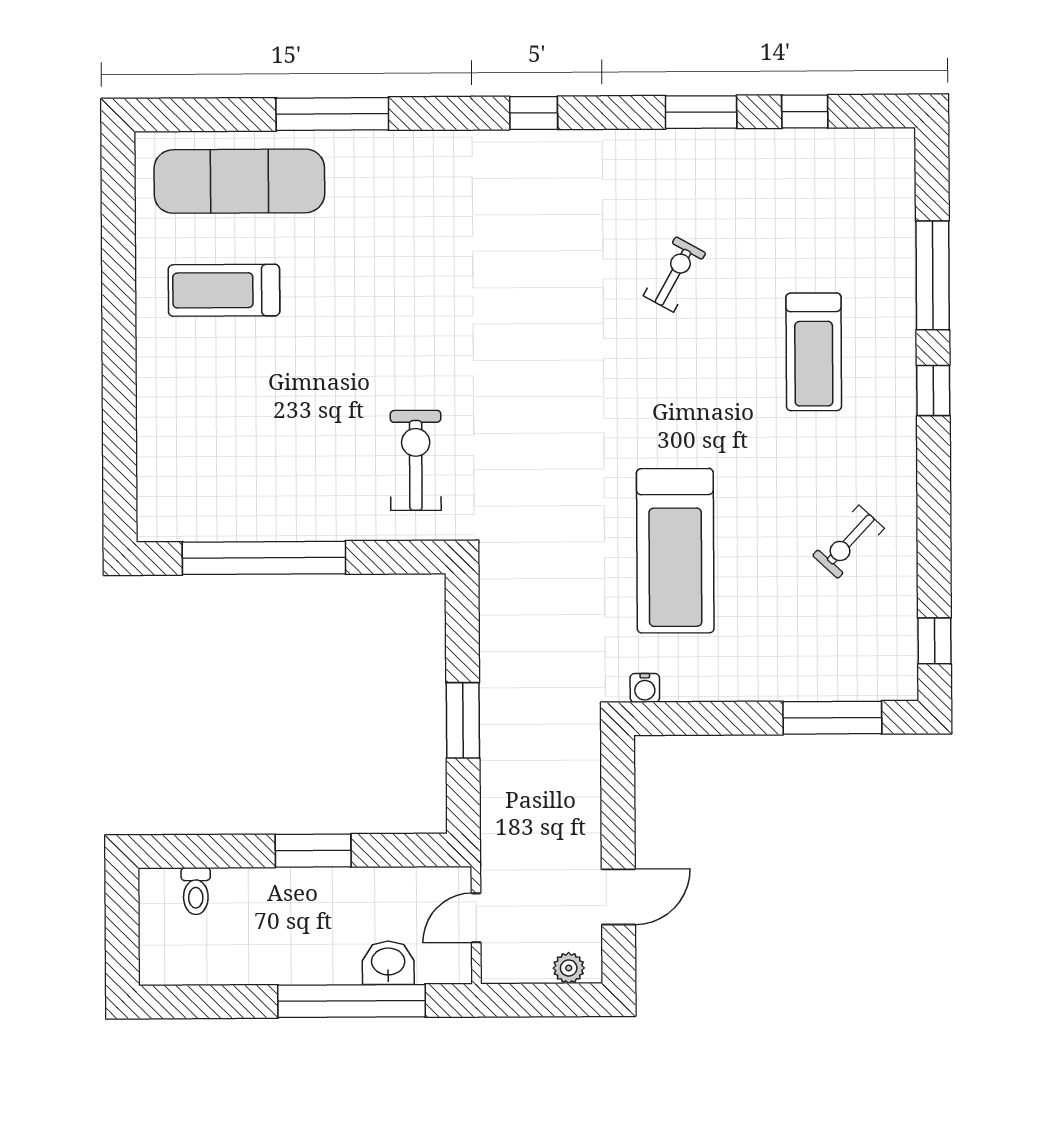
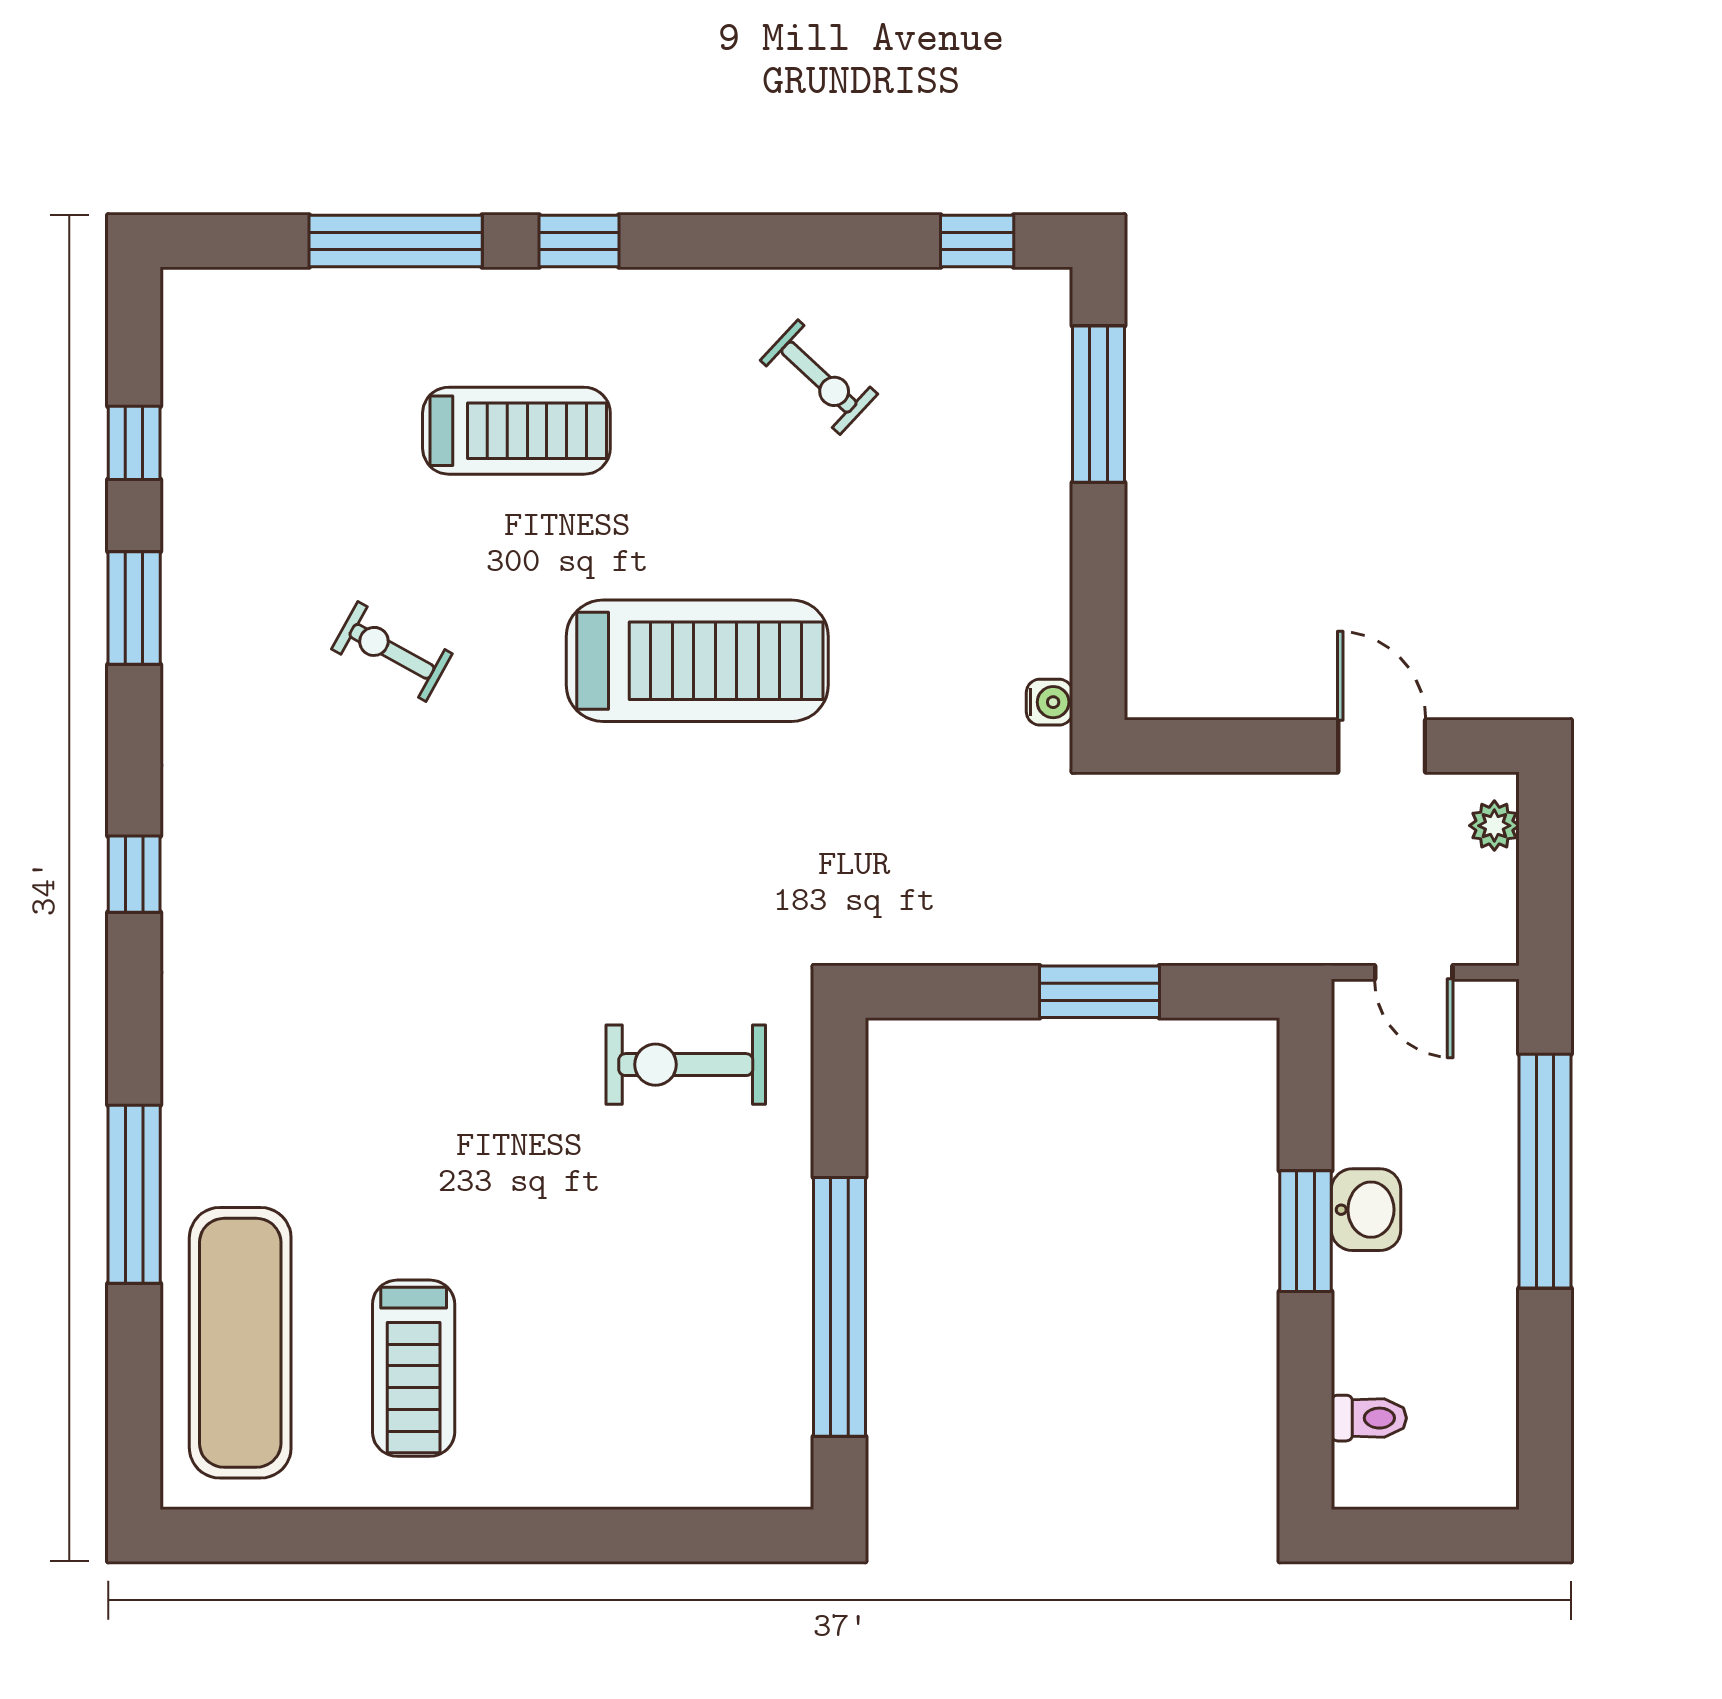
treadmill: (675, 551) -> (697, 661), moved
washbasin: (388, 963) -> (1366, 1210), moved, turned 180

